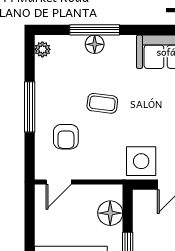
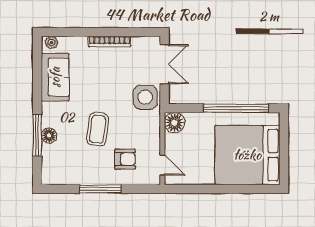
plant: (42, 49) -> (53, 178), removed
coffee table: (102, 103) -> (98, 129), width x1.36, depth x1.30
floor lamp: (110, 213) -> (174, 123), moved

